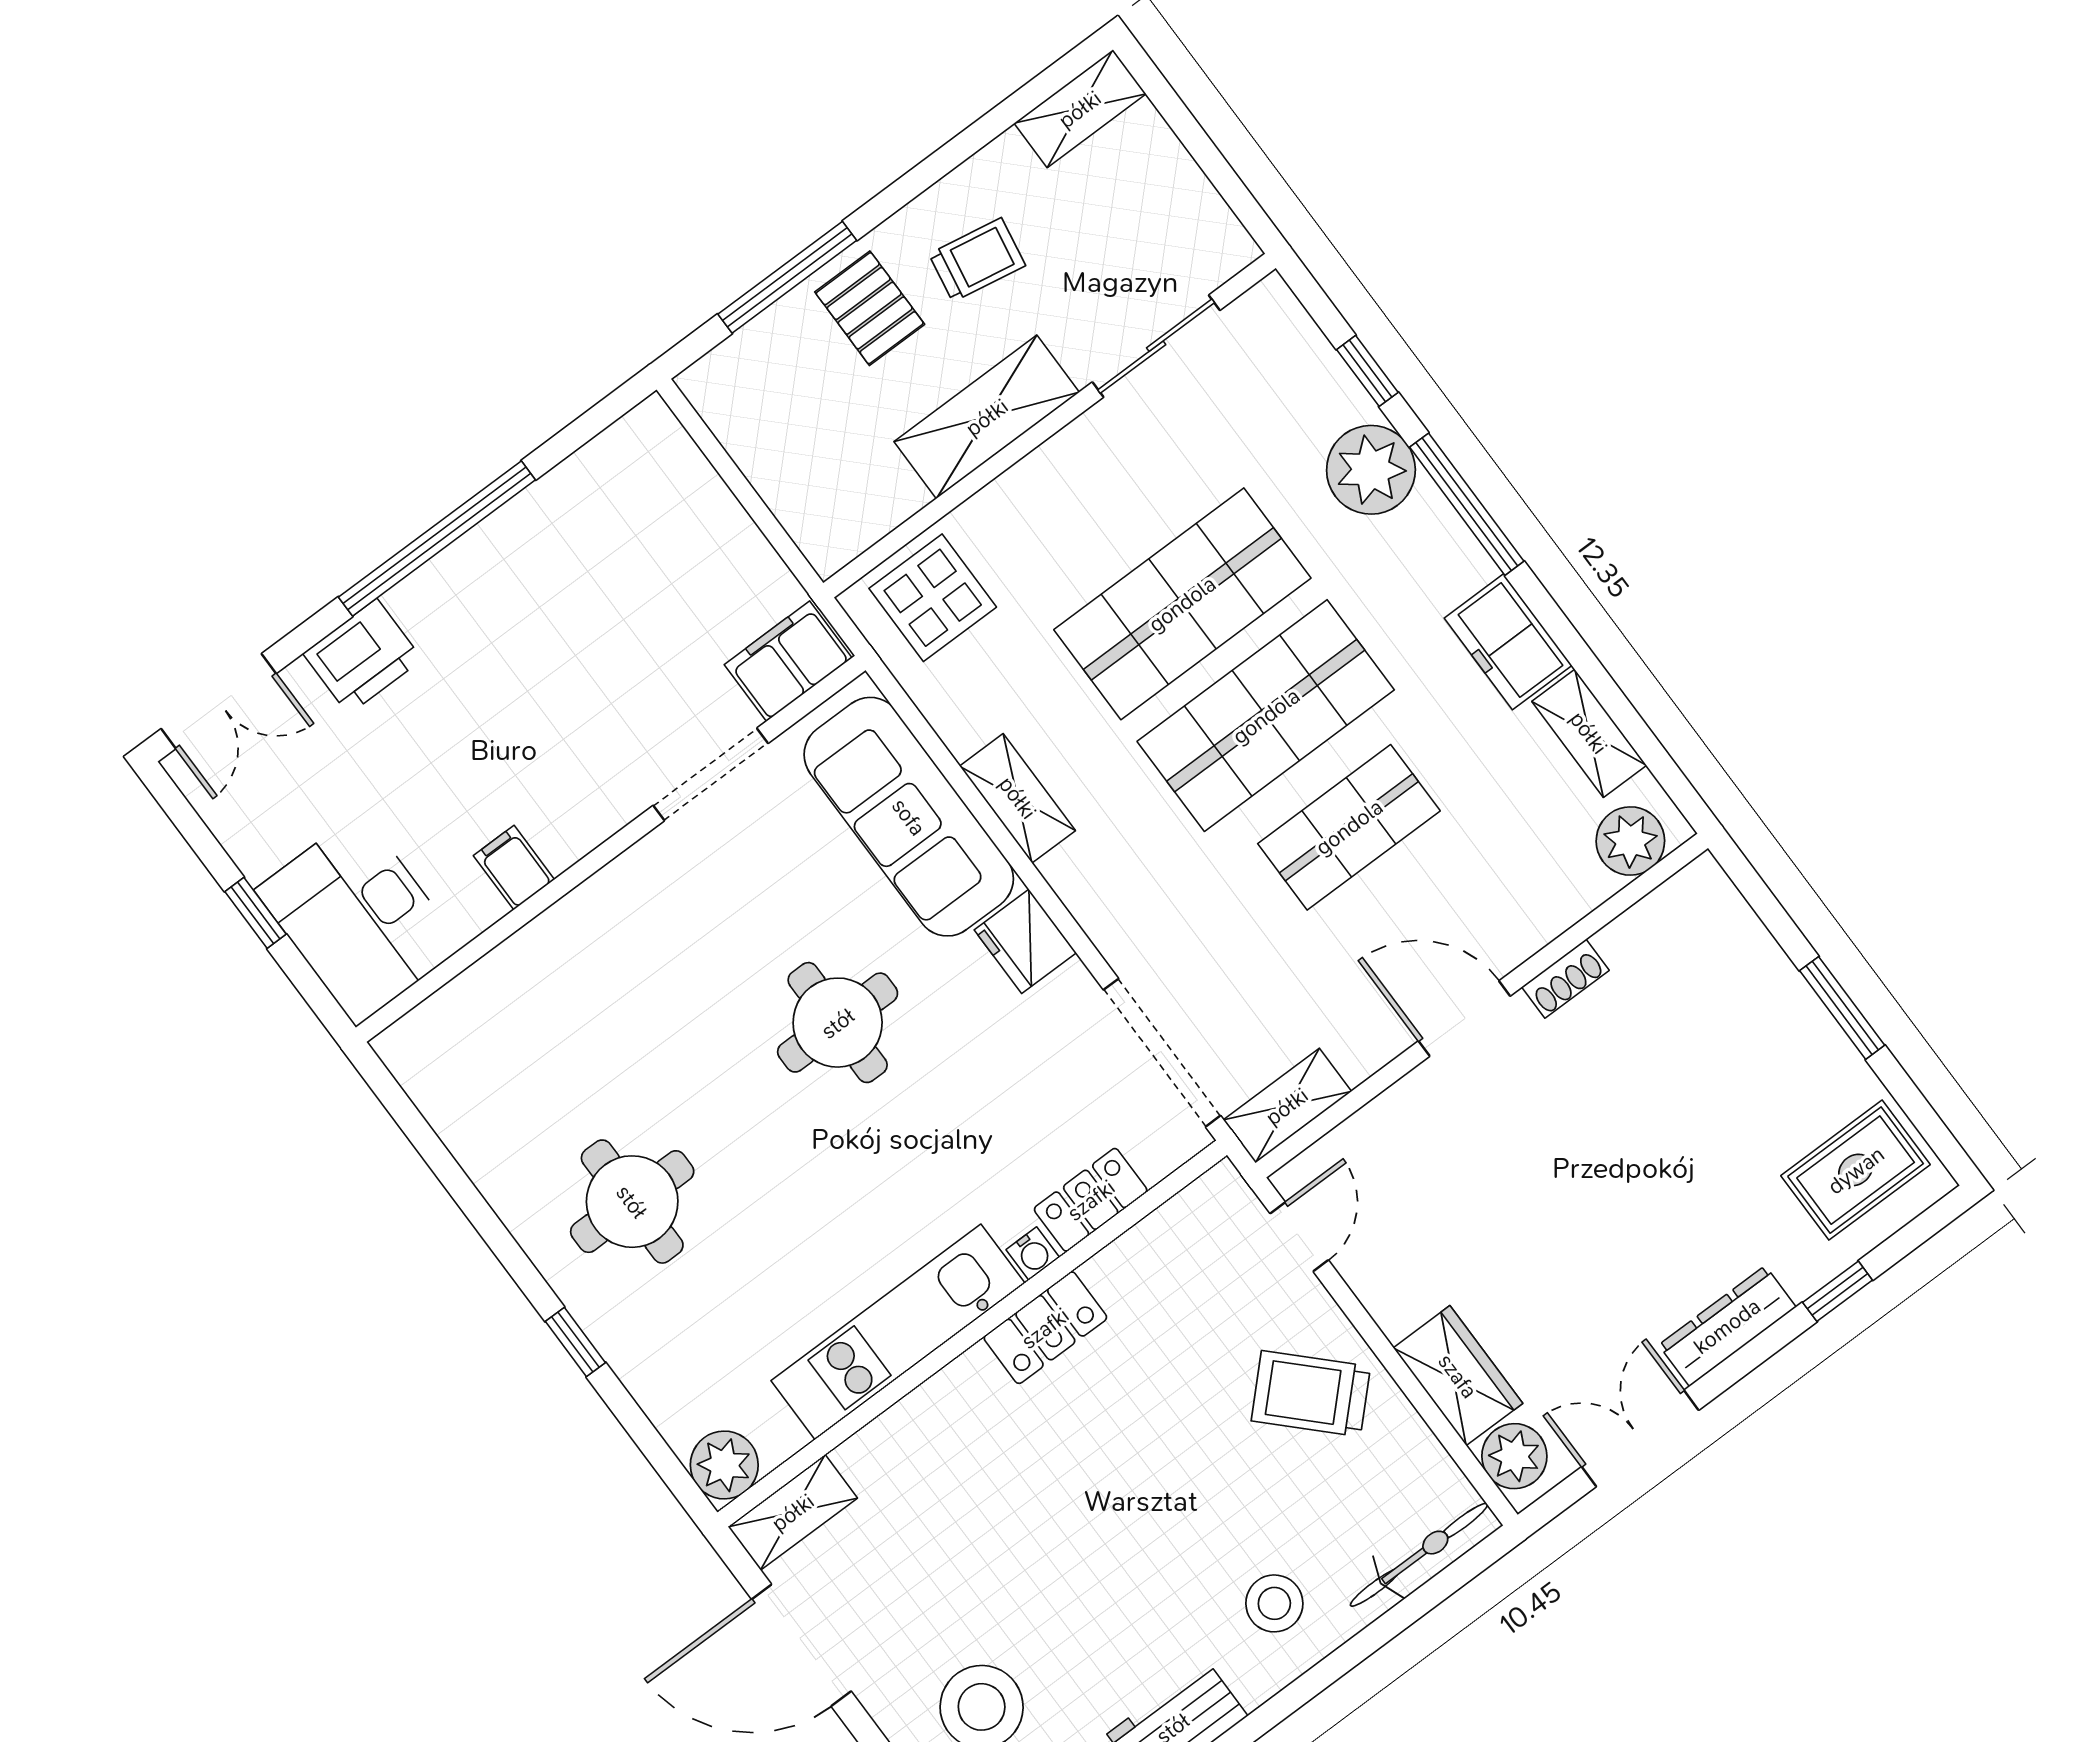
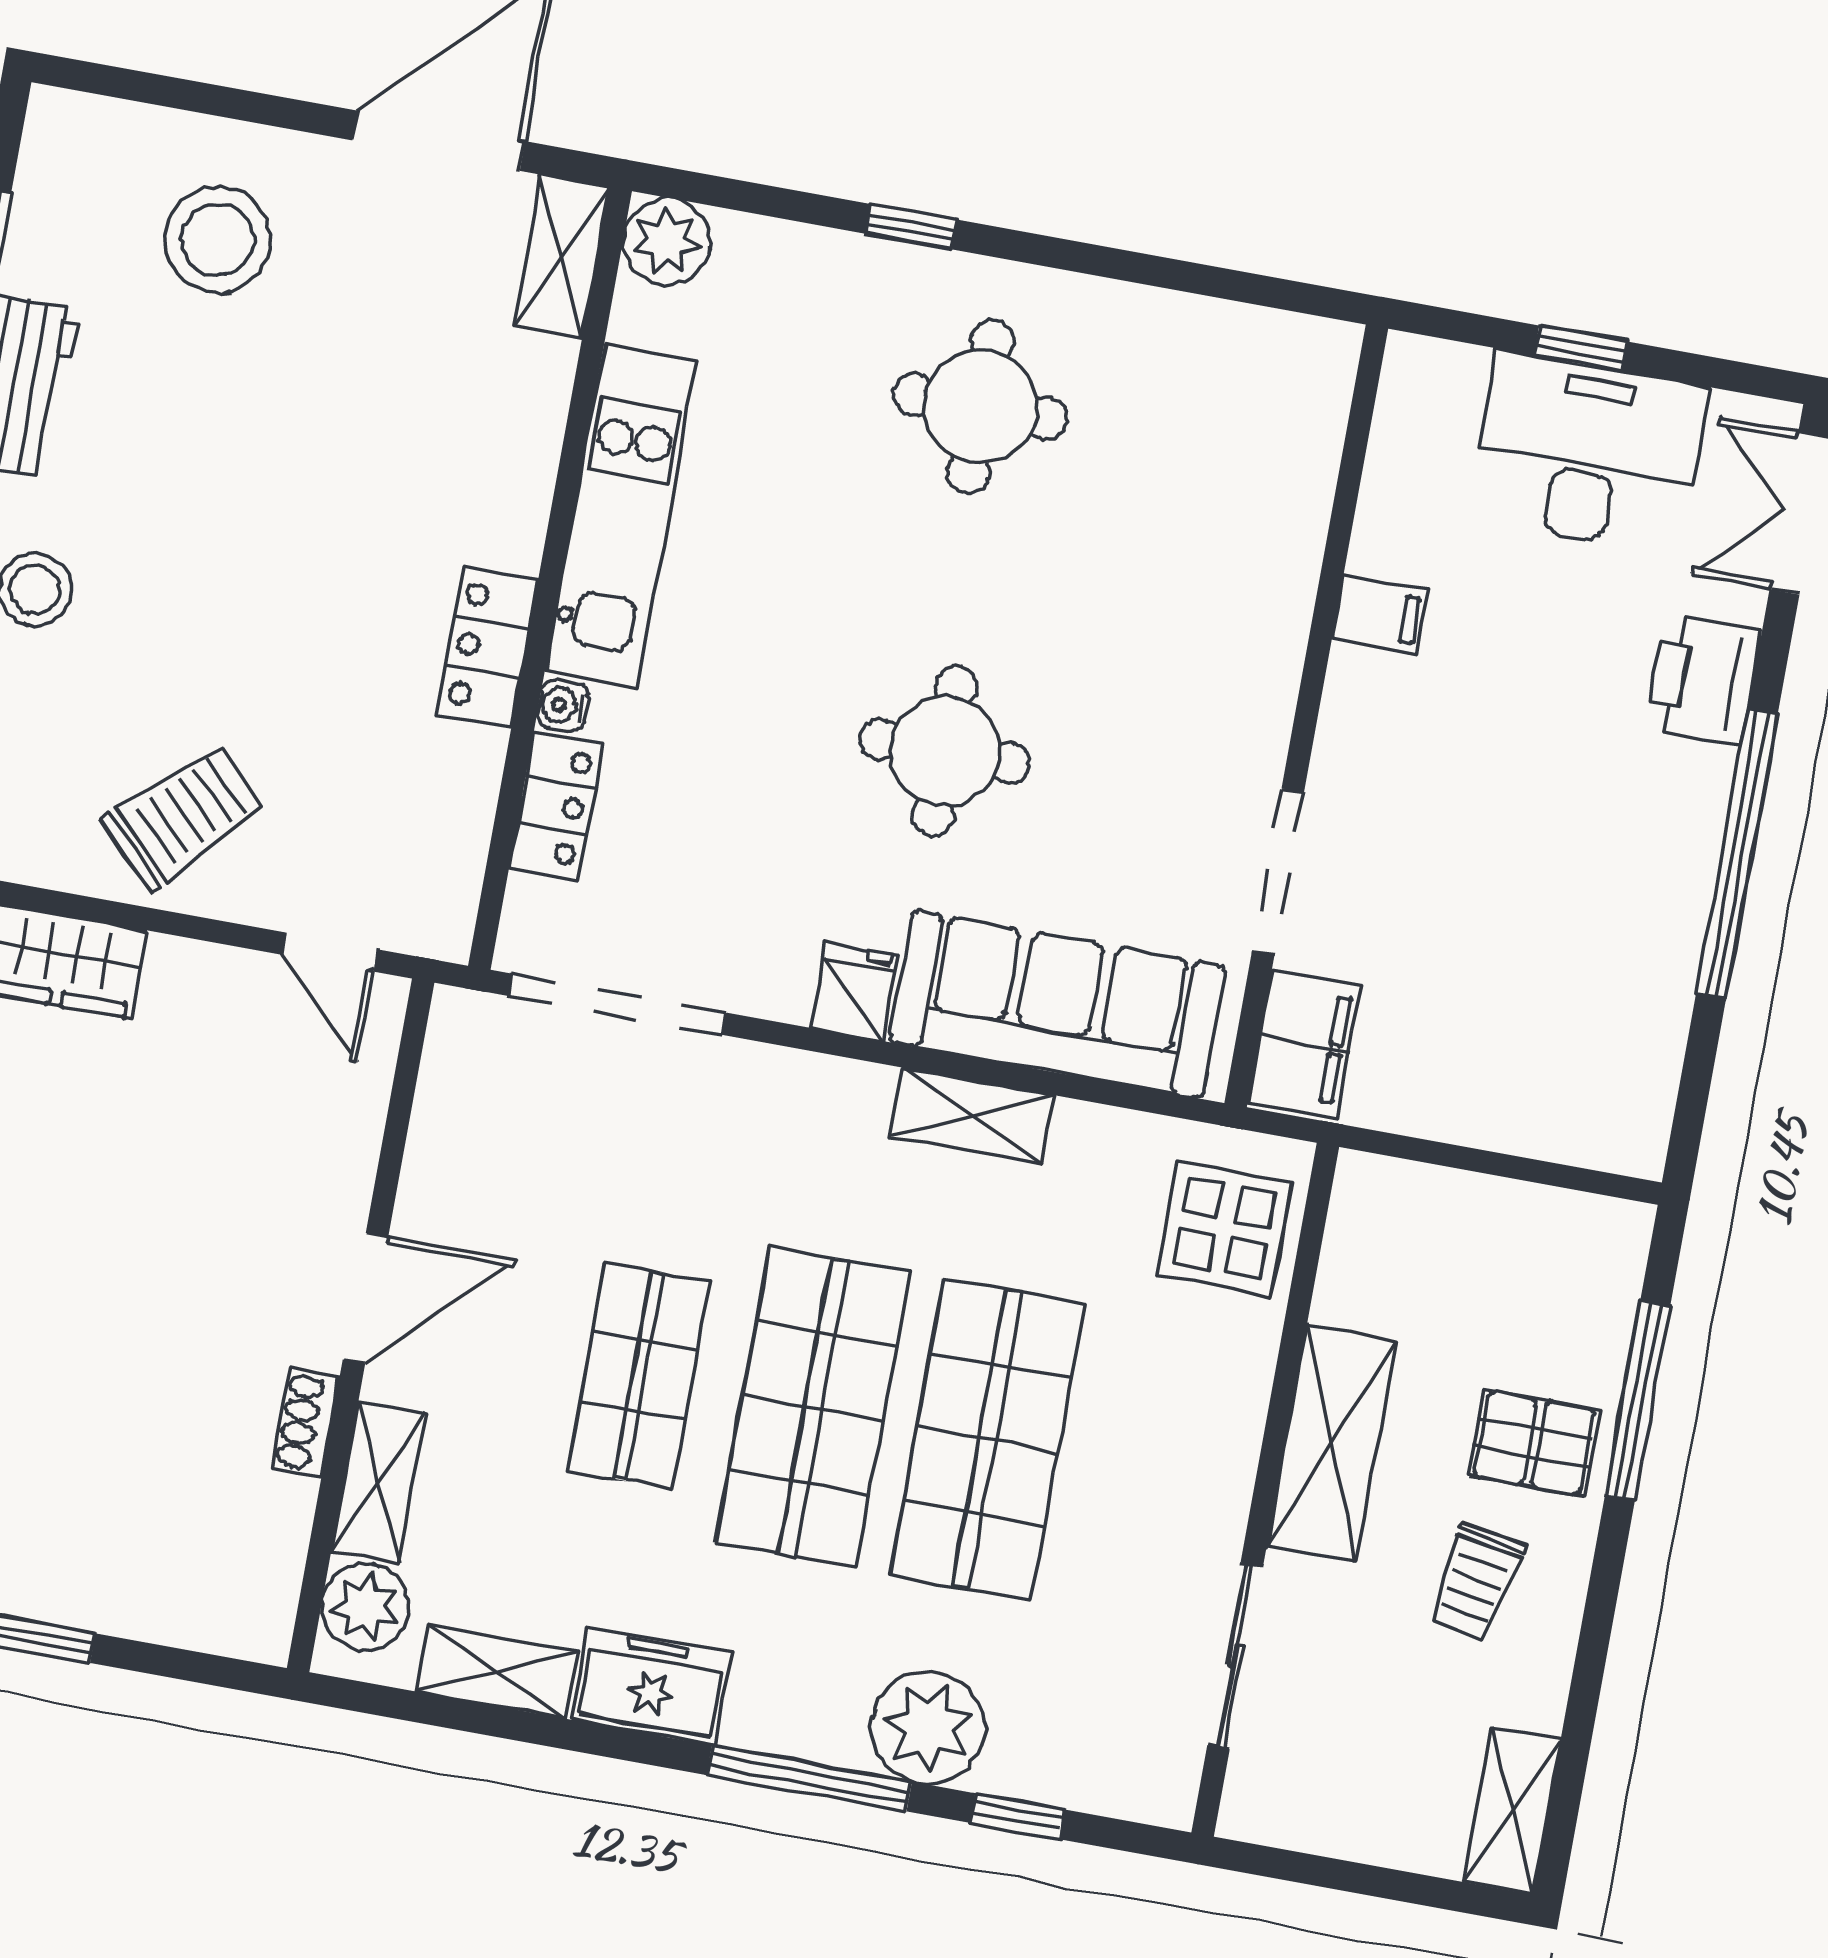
desk: (359, 919) -> (1588, 452), moved
fridge: (1025, 941) -> (855, 992), width x0.72
shelving: (1287, 1106) -> (379, 1482), moved

